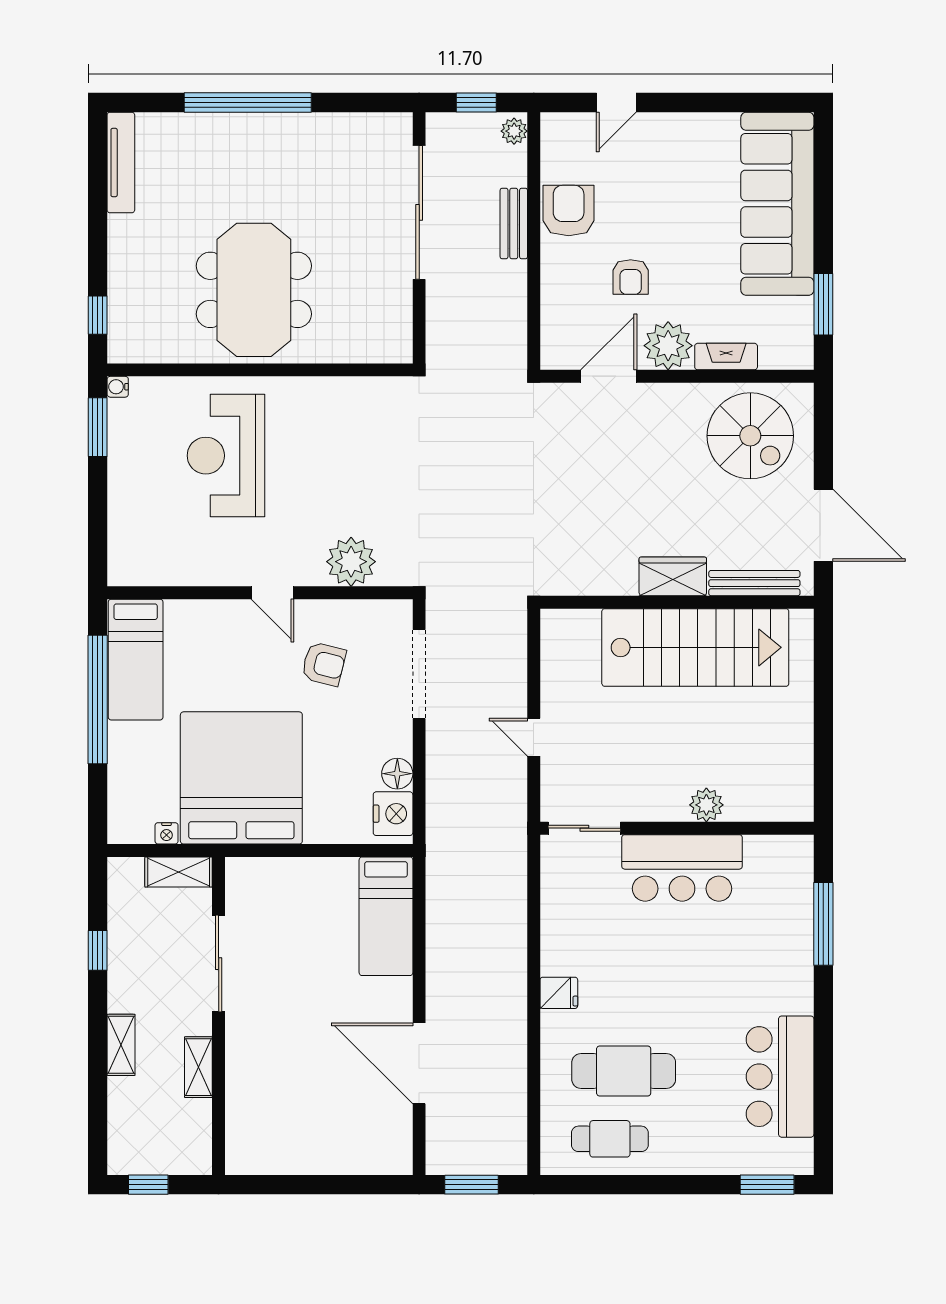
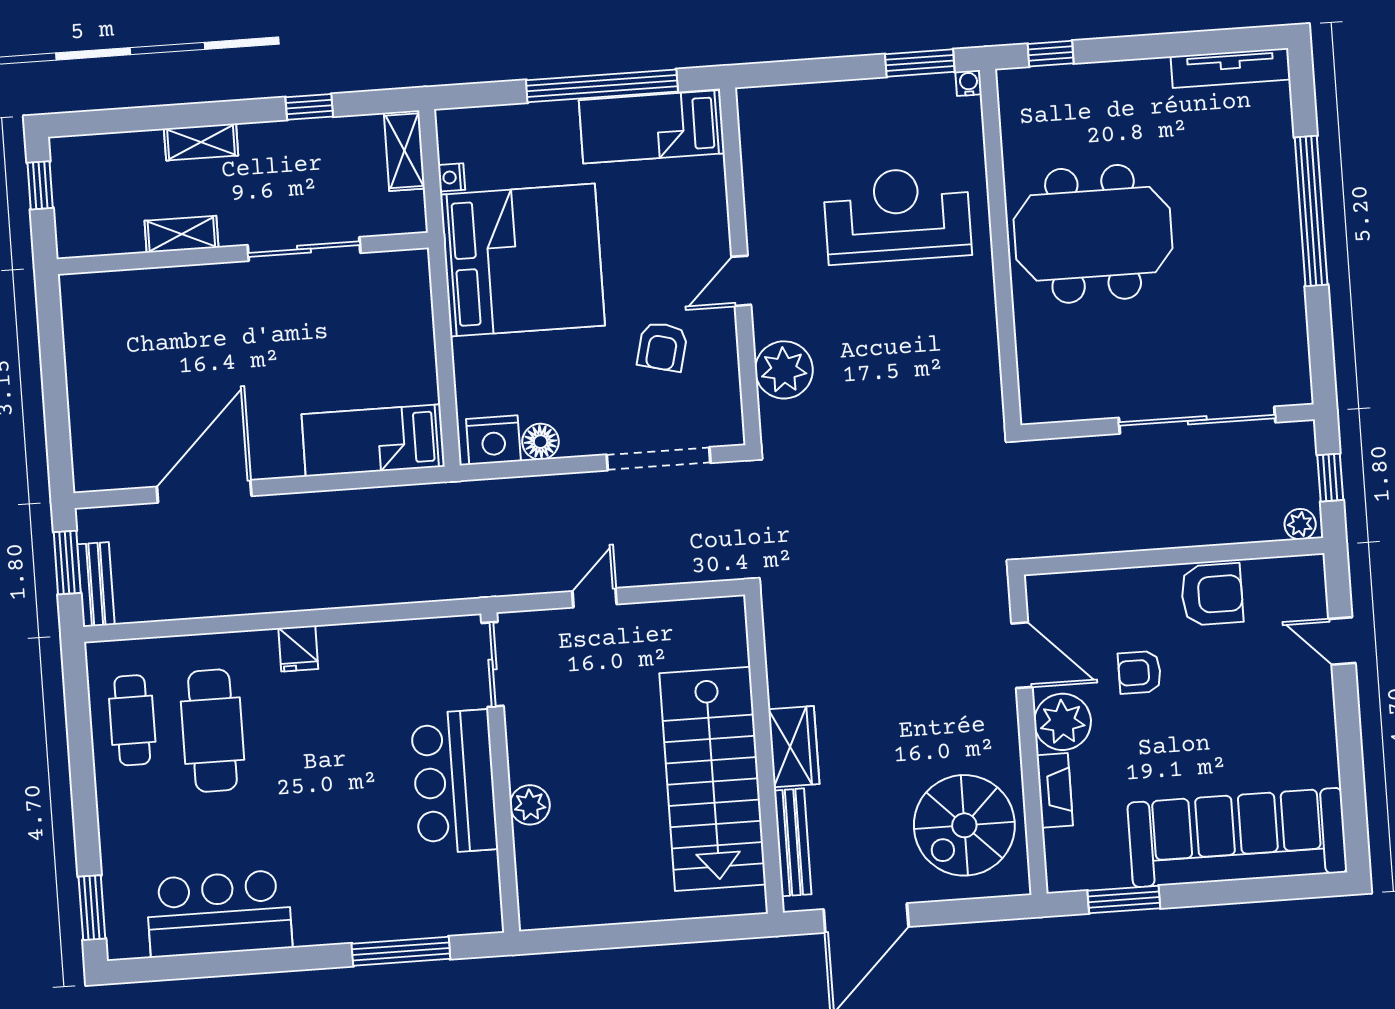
bench: (514, 223) -> (96, 584), moved, turned 90
shelving: (179, 872) -> (404, 151), moved

